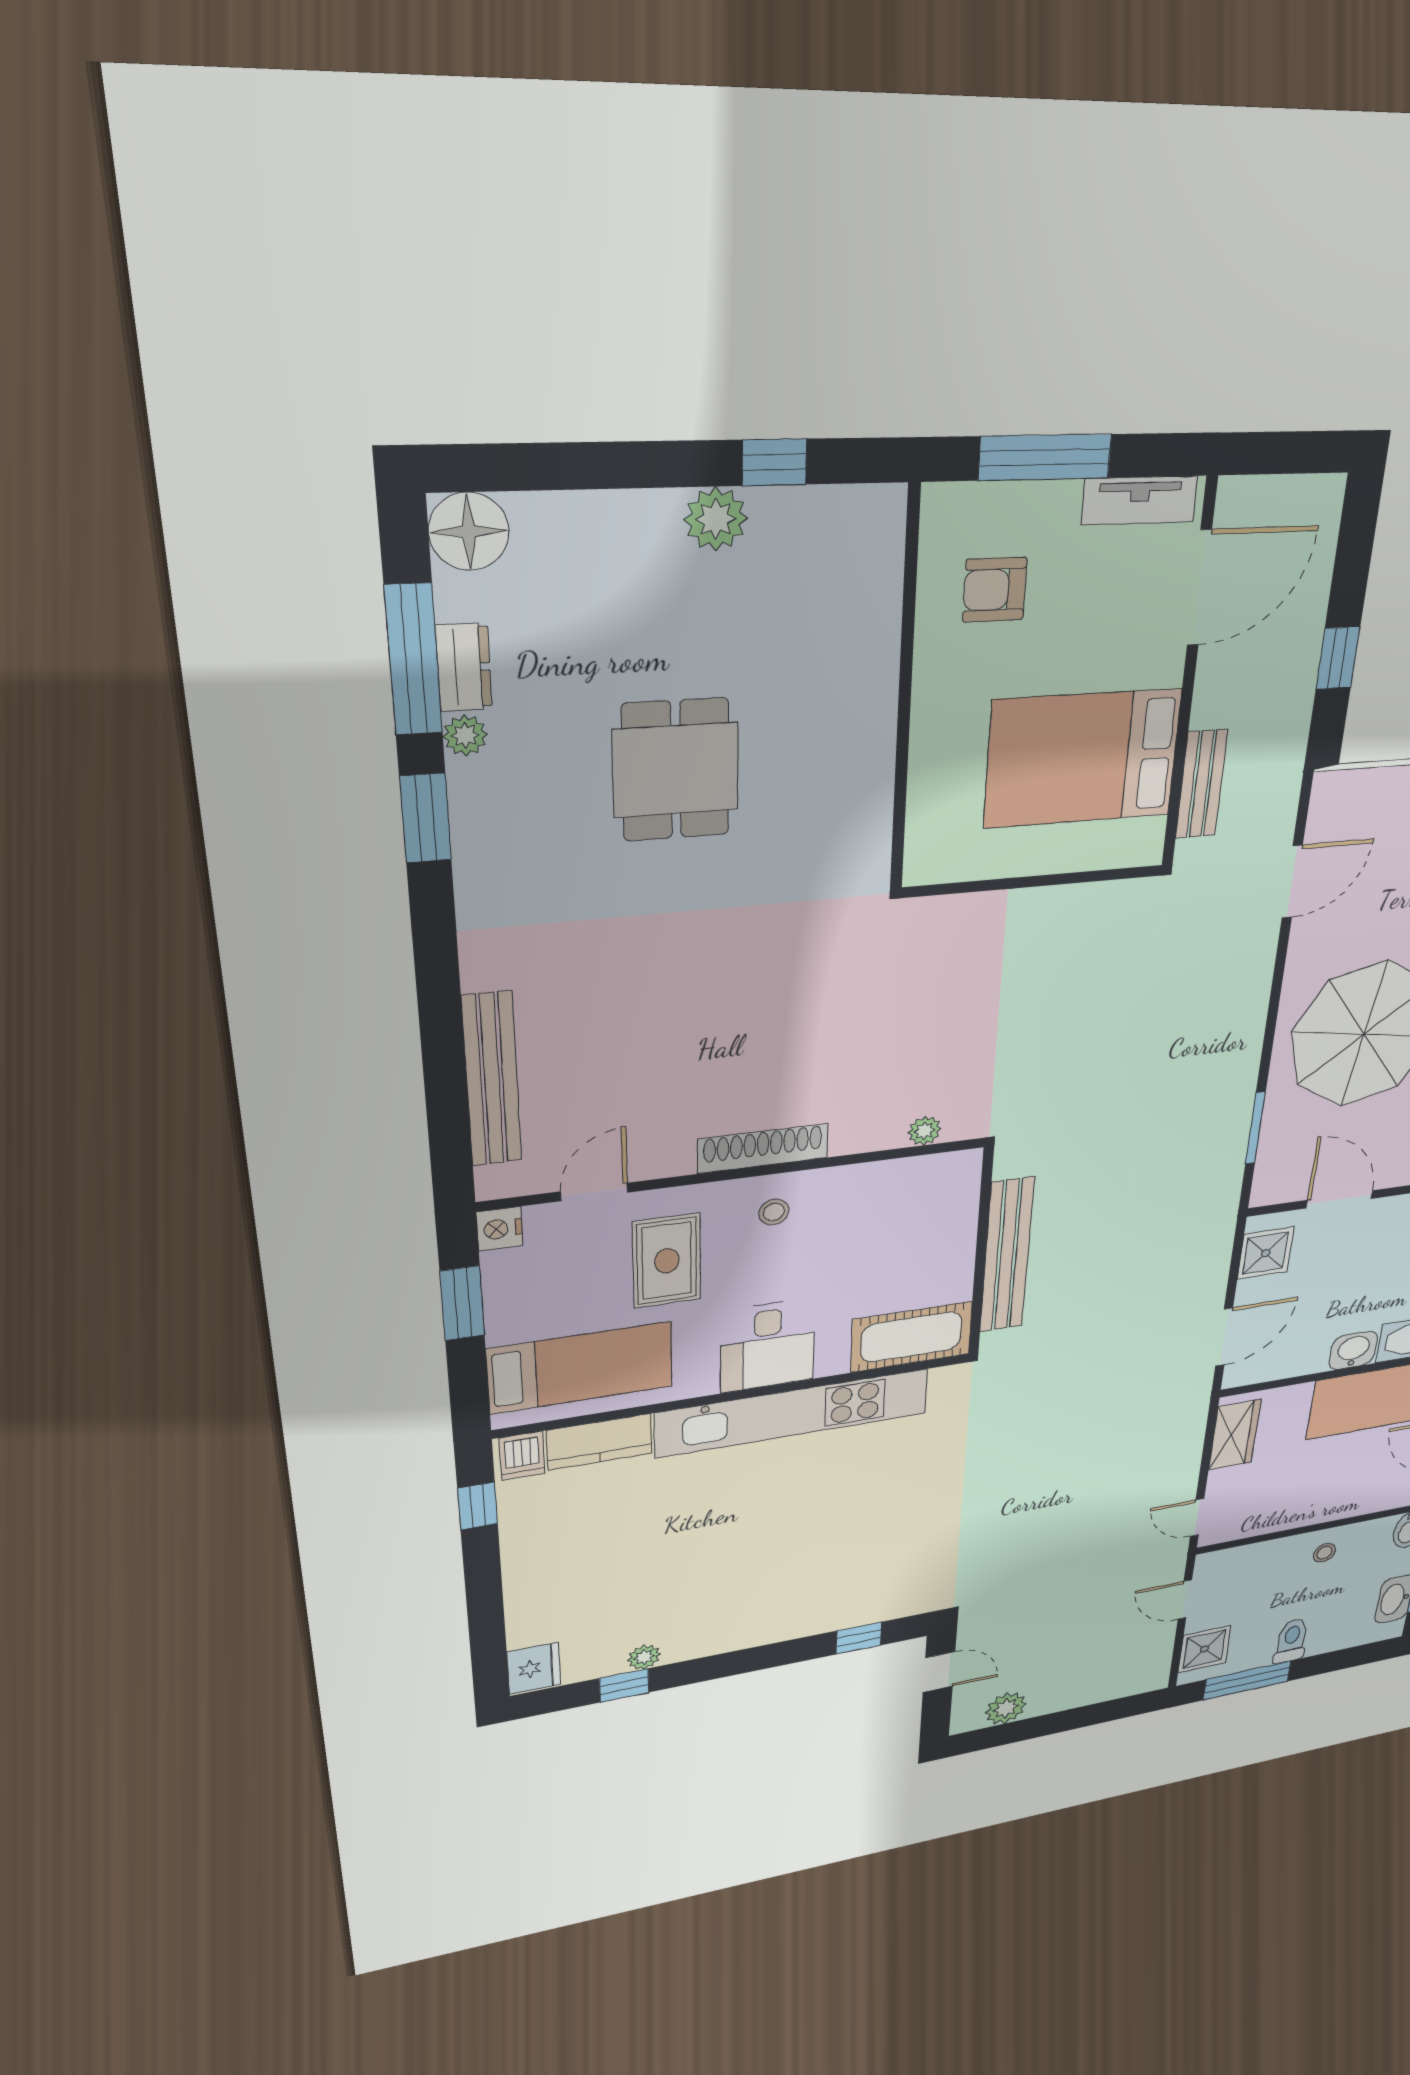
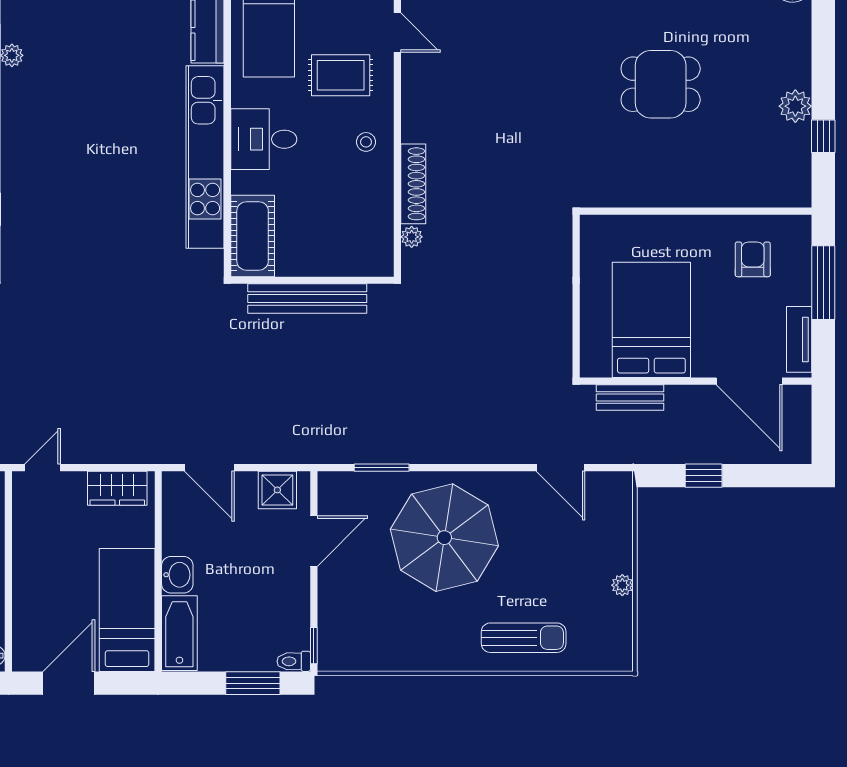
shoe rack: (763, 1149) -> (413, 184), moved

